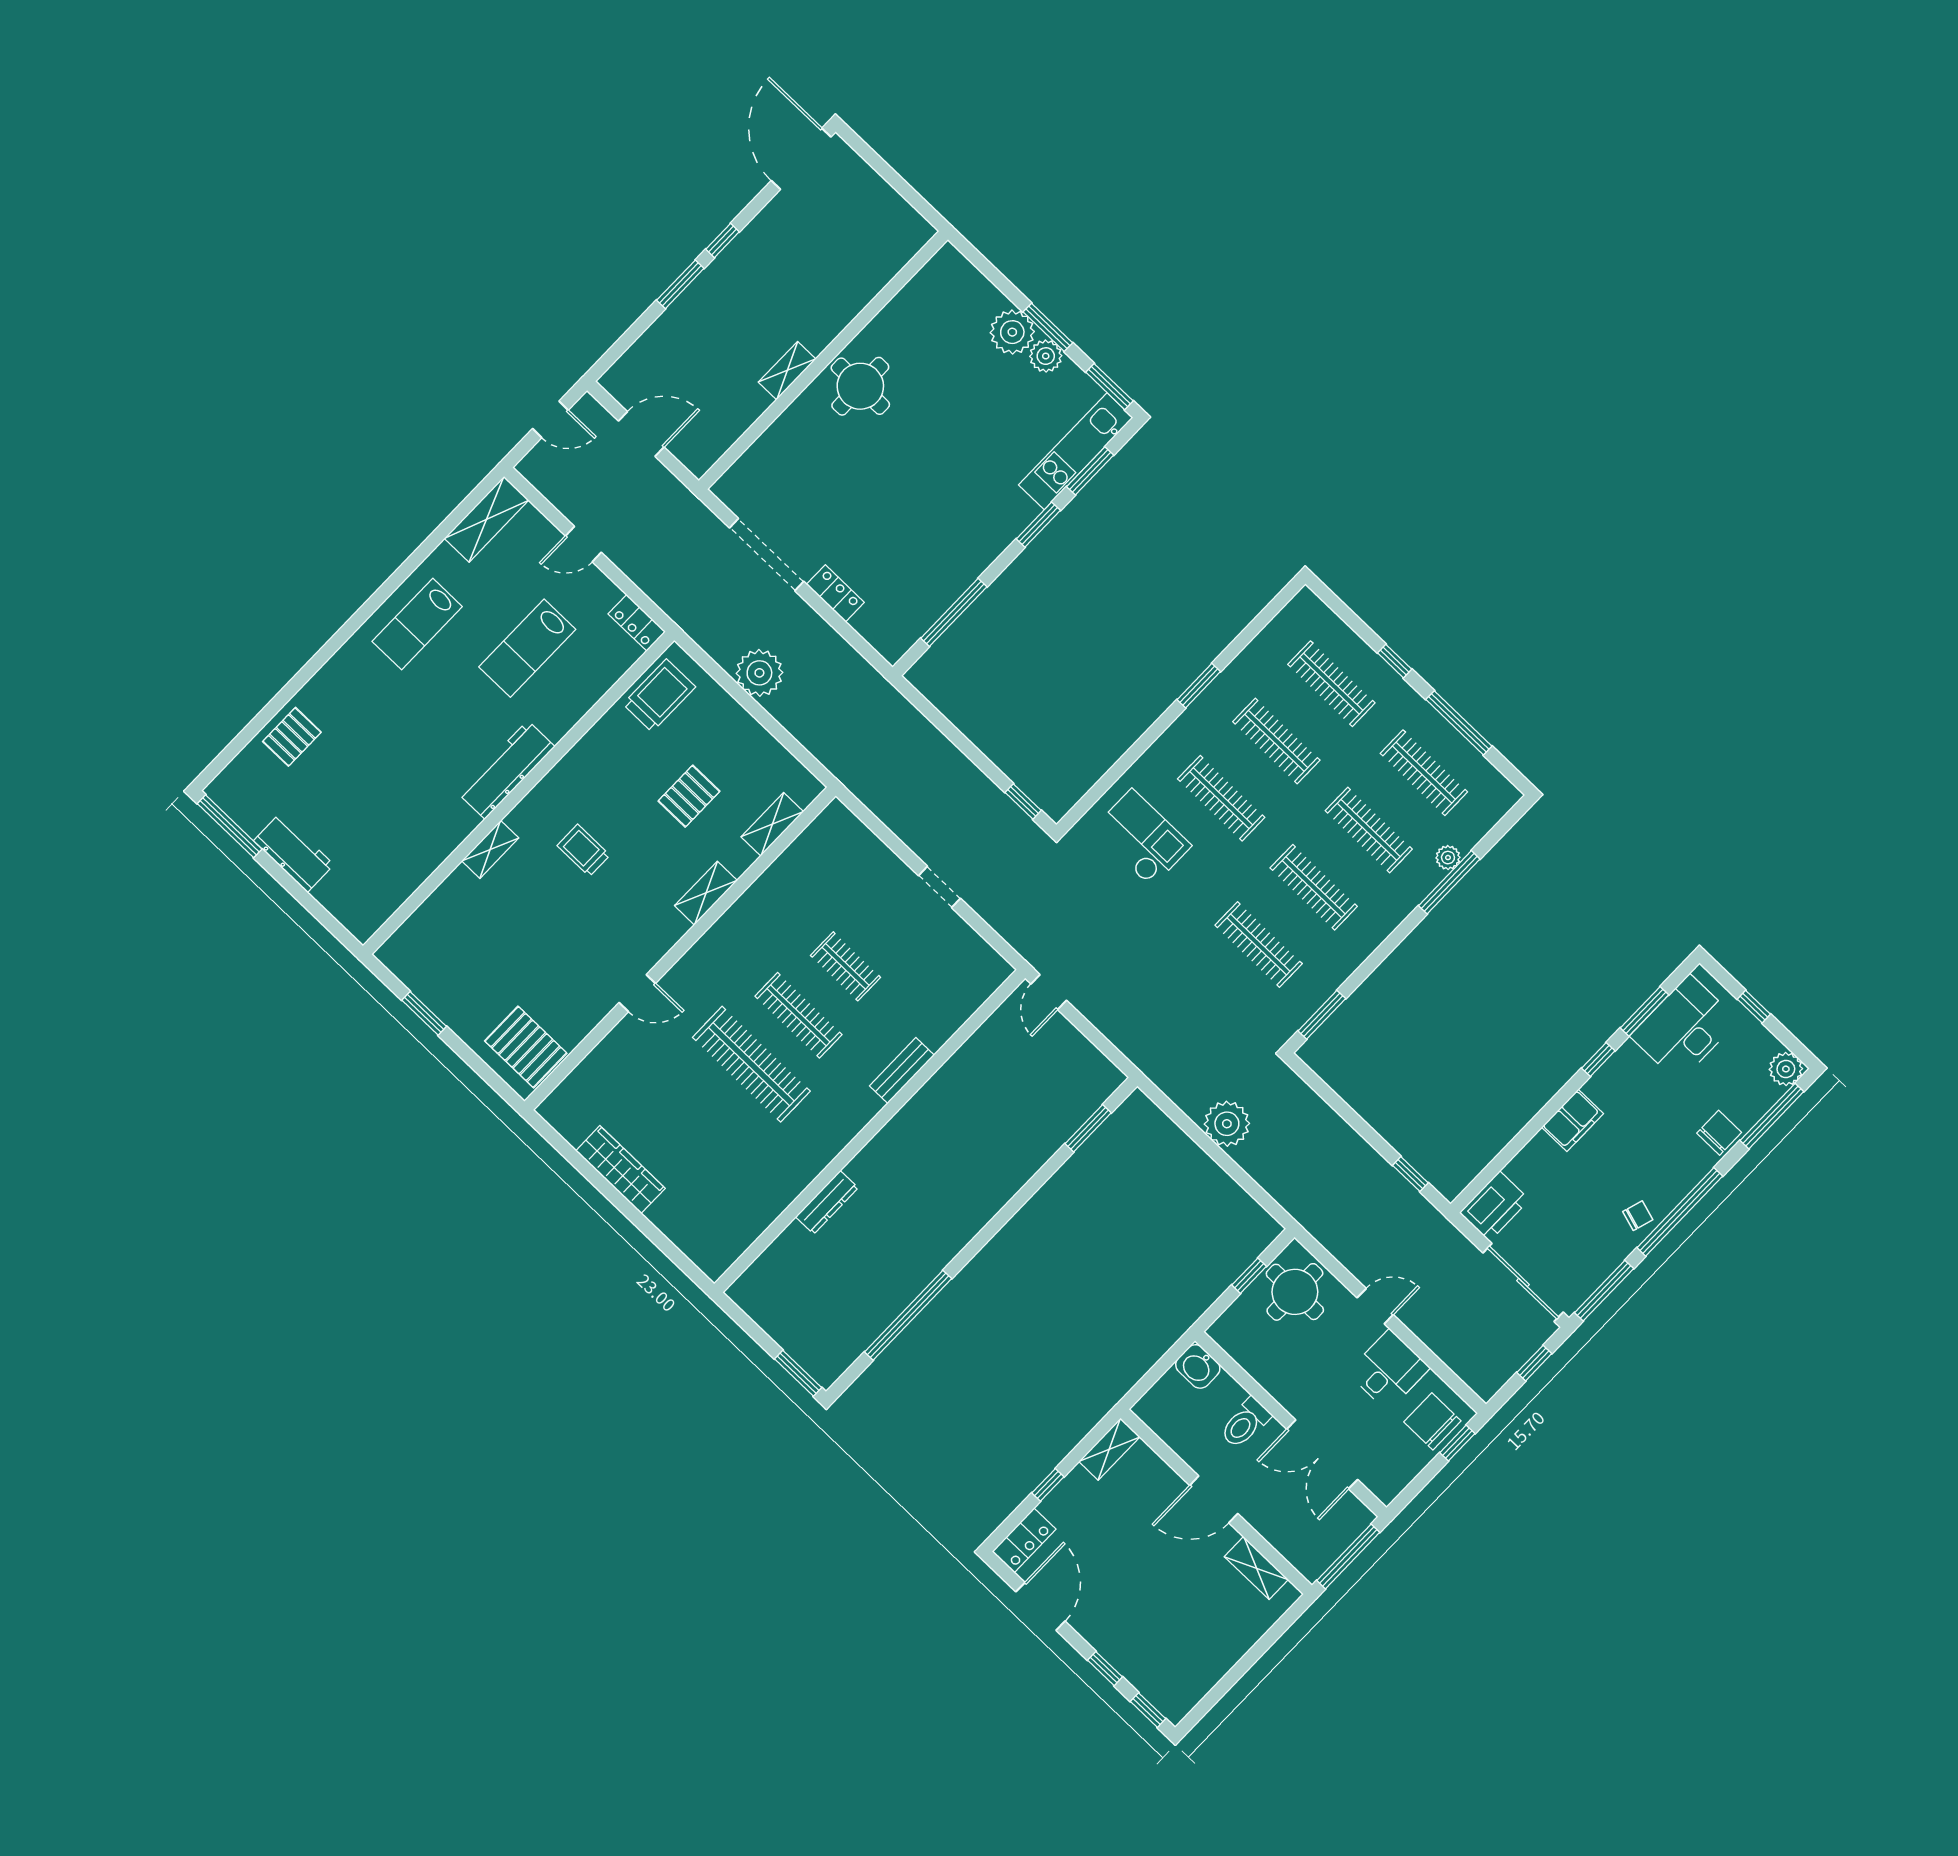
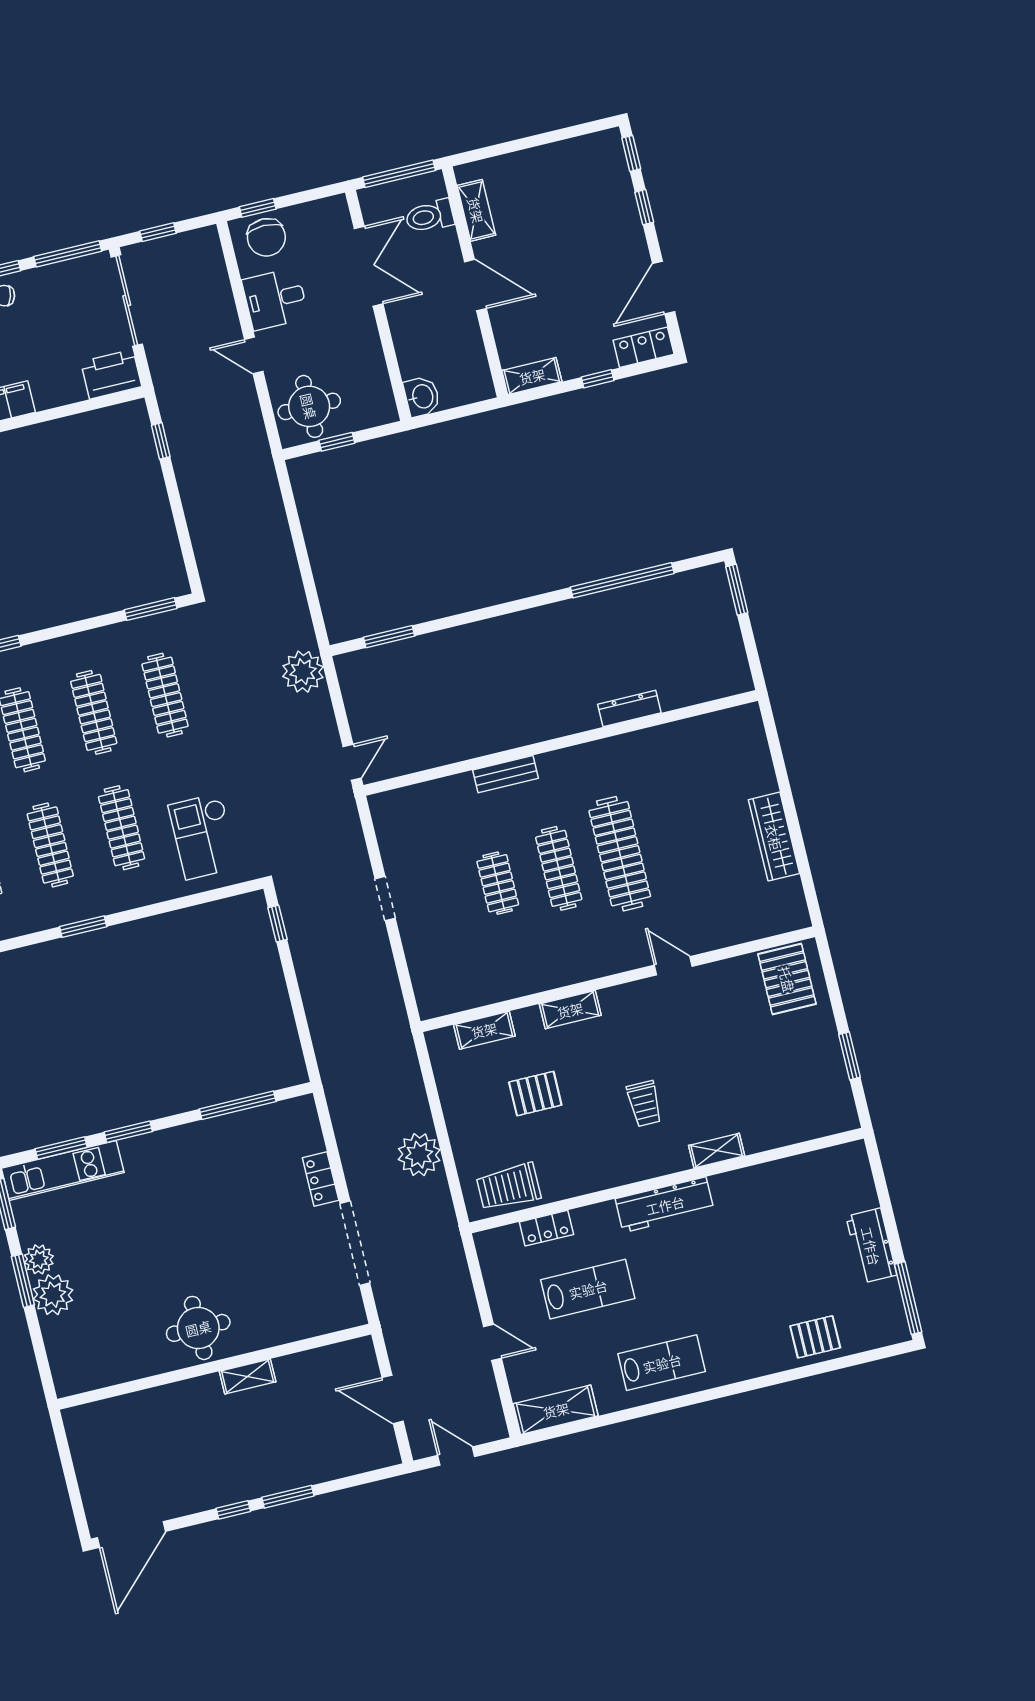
locker: (637, 623) -> (546, 1228), moved, turned 90
plant: (1227, 1124) -> (303, 672), moved
toilet: (1245, 1423) -> (430, 216), moved, turned 180

